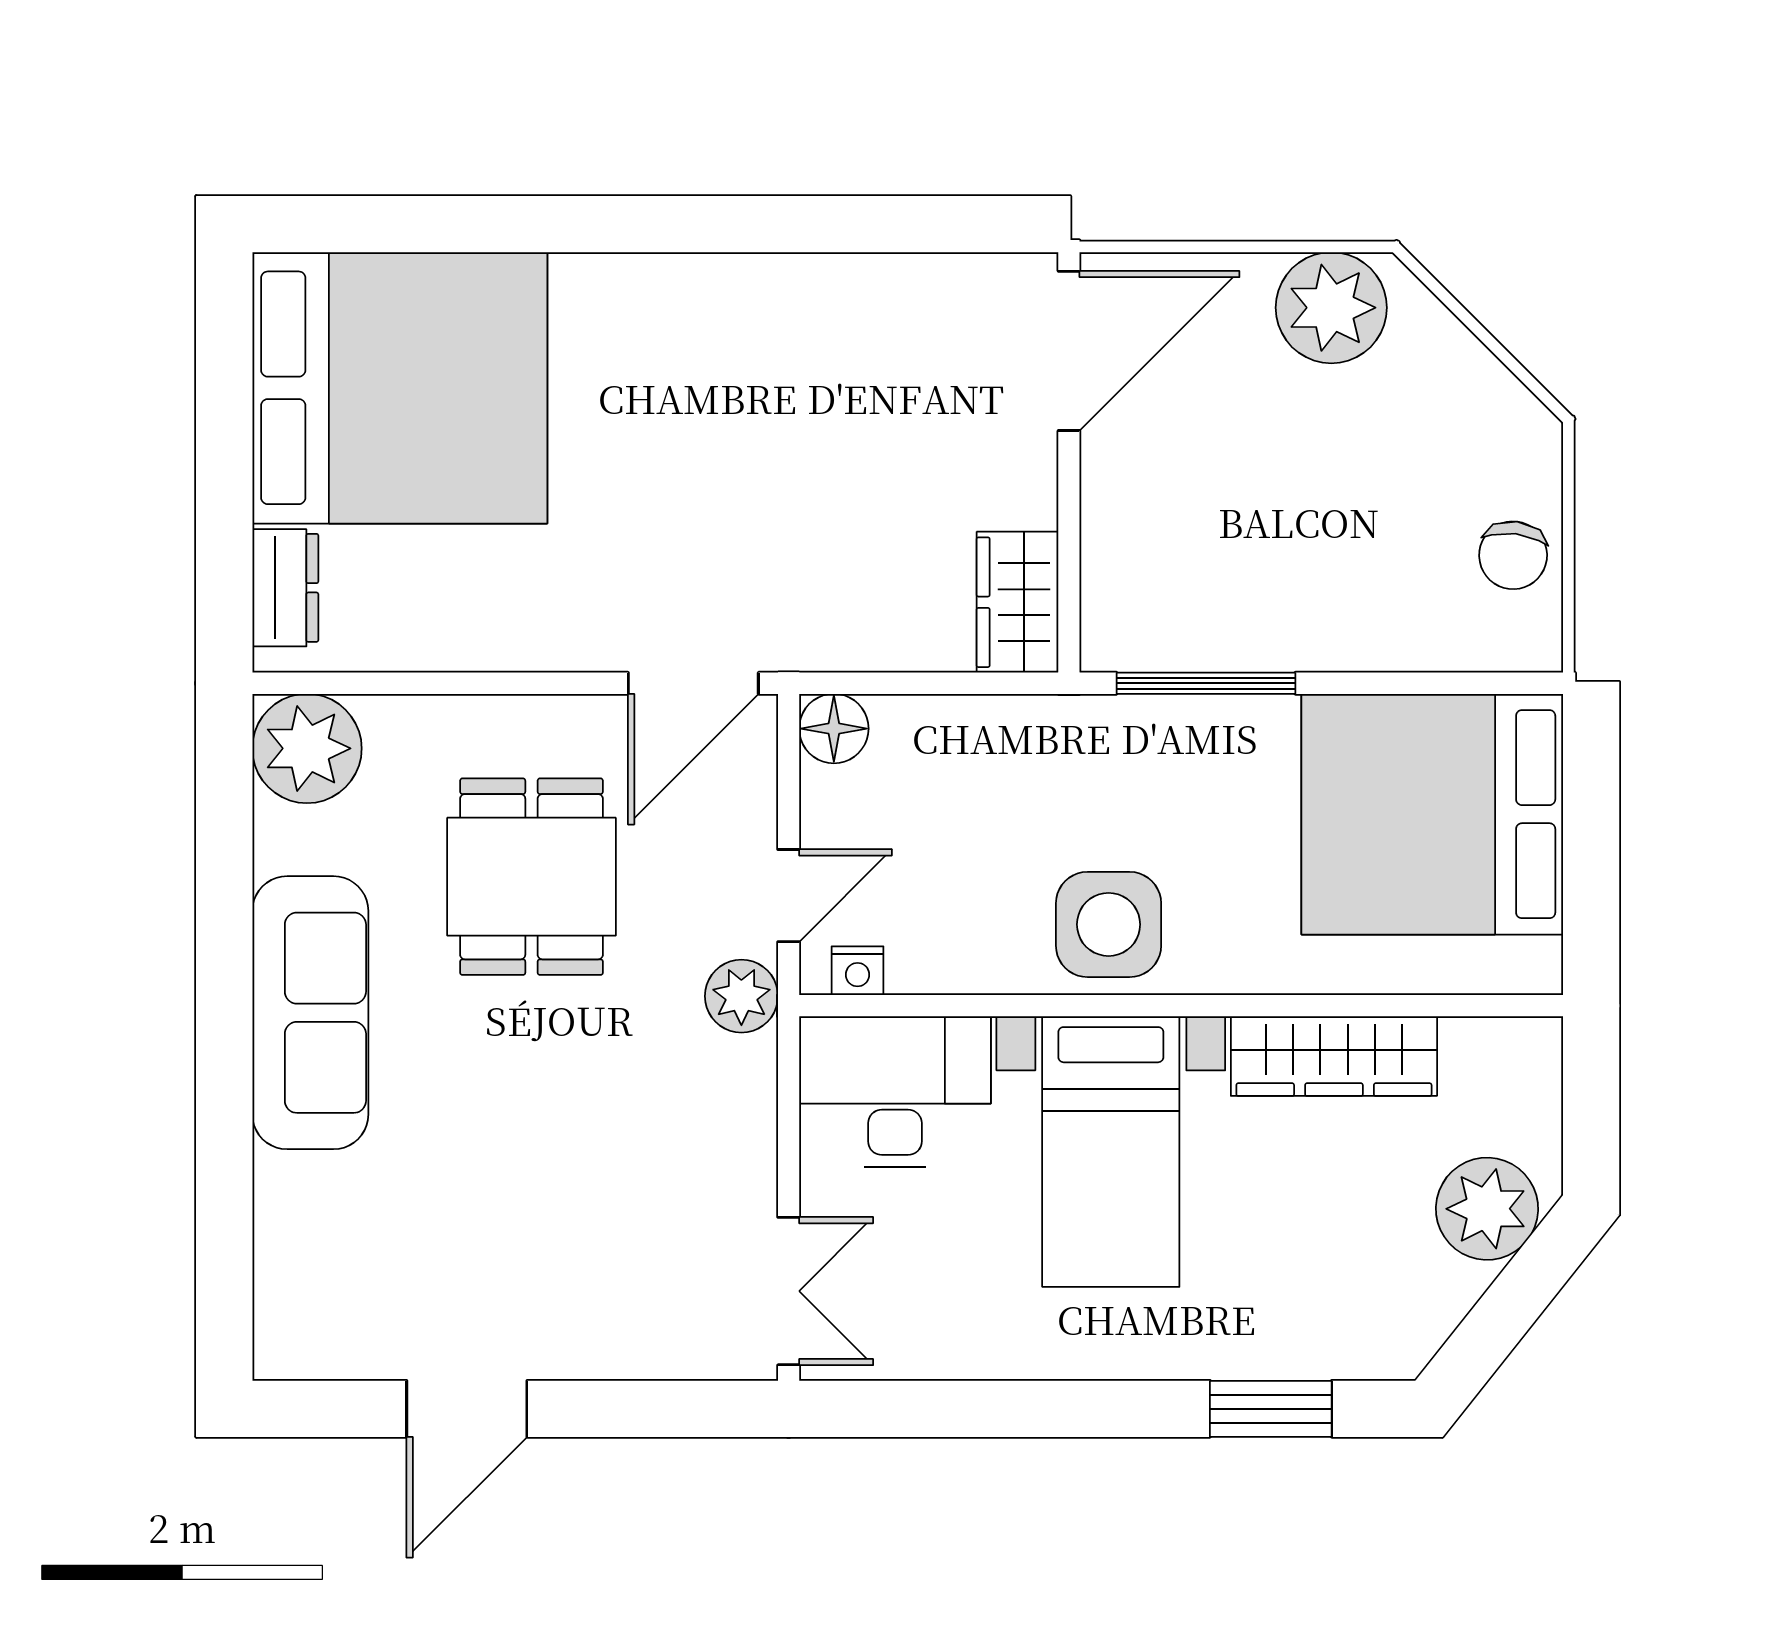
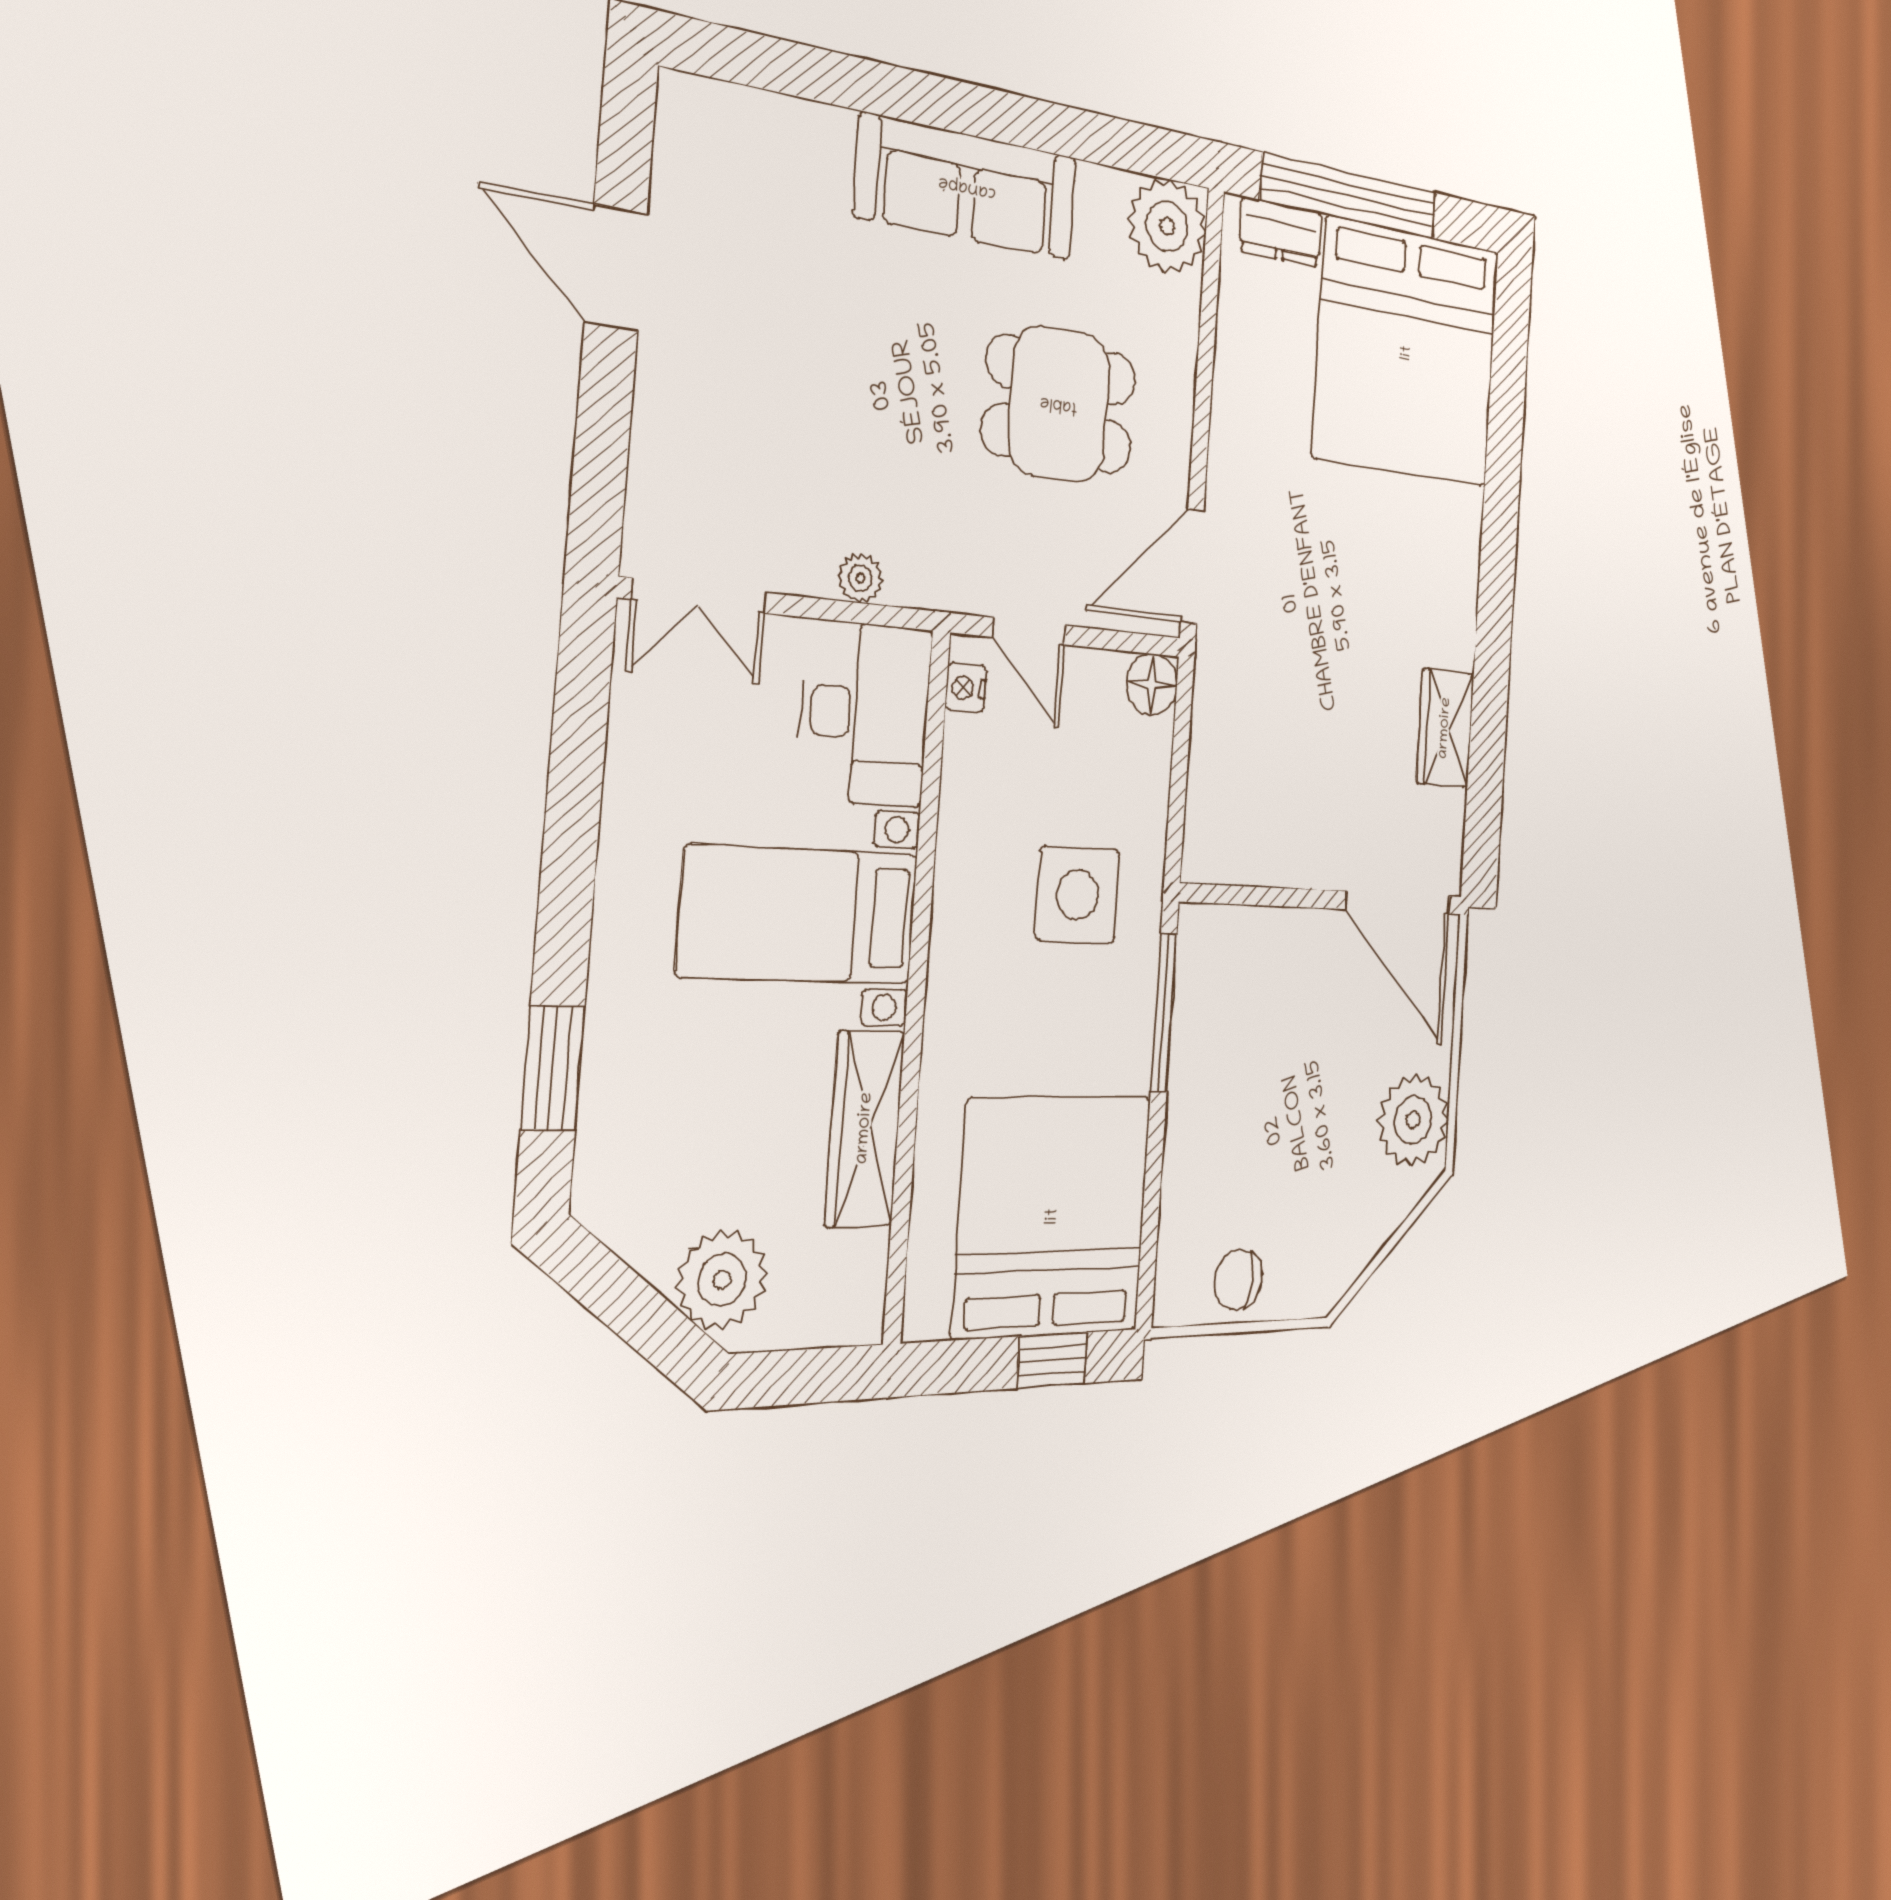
window: (224, 490) -> (1349, 196), added
wardrobe: (1018, 602) -> (1445, 728), moved, turned -90
door: (693, 683) -> (1192, 566), hinge flipped
window: (1591, 802) -> (1052, 1360), added
side table: (1109, 924) -> (1077, 895), moved
plant: (741, 996) -> (860, 578), moved, width x0.73, depth x0.73

